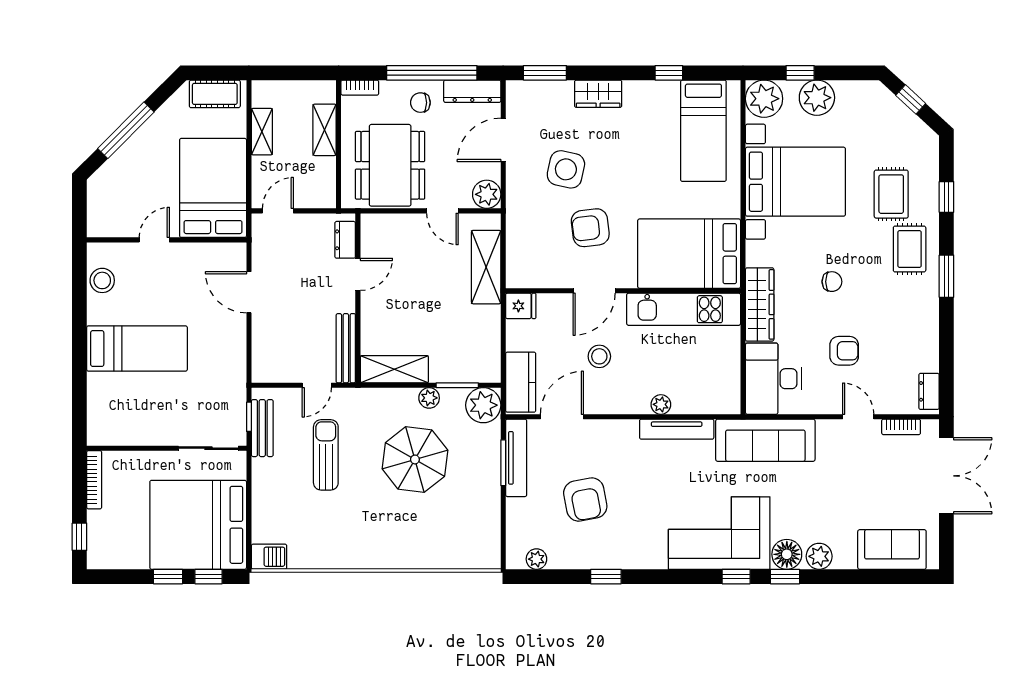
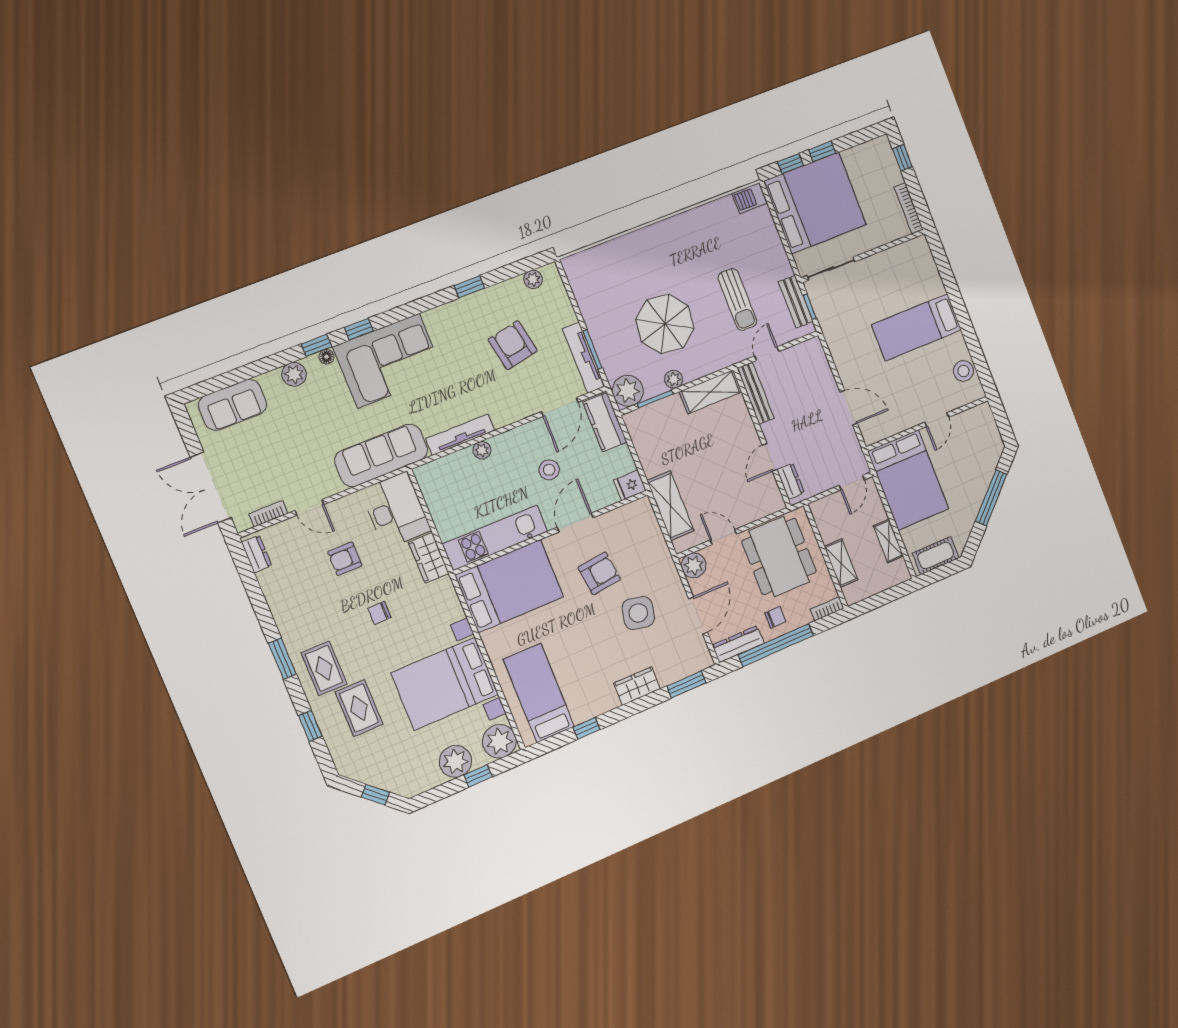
wardrobe: (760, 304) -> (429, 558), width x0.67
floor lamp: (787, 554) -> (326, 357), width x0.53, depth x0.53

